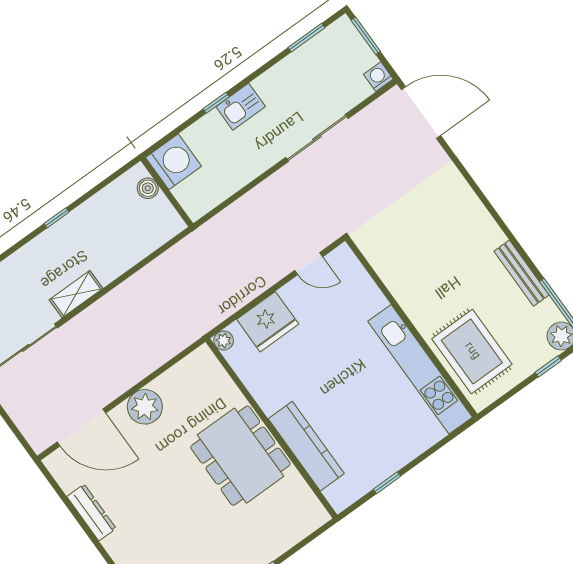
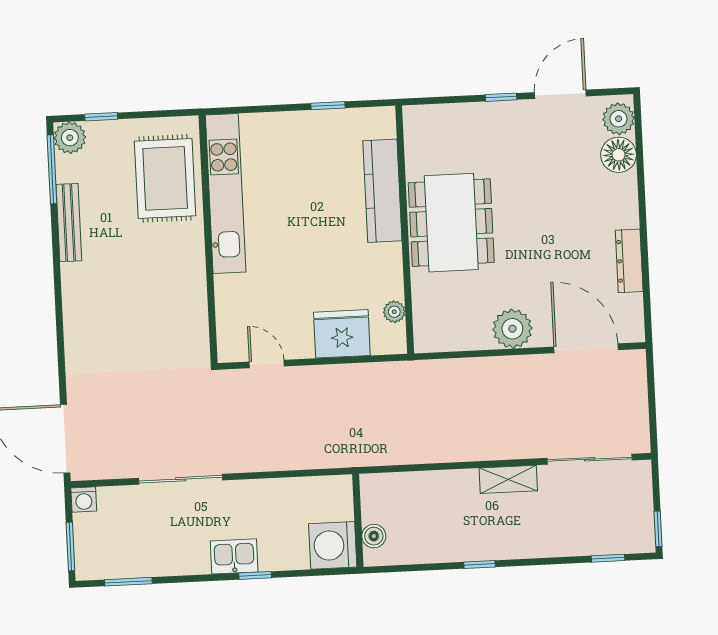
plant: (224, 340) -> (394, 312), moved

